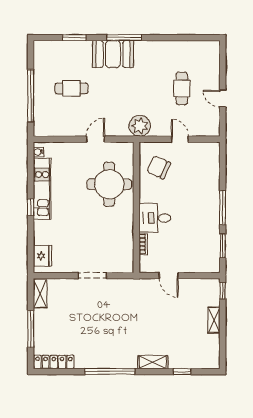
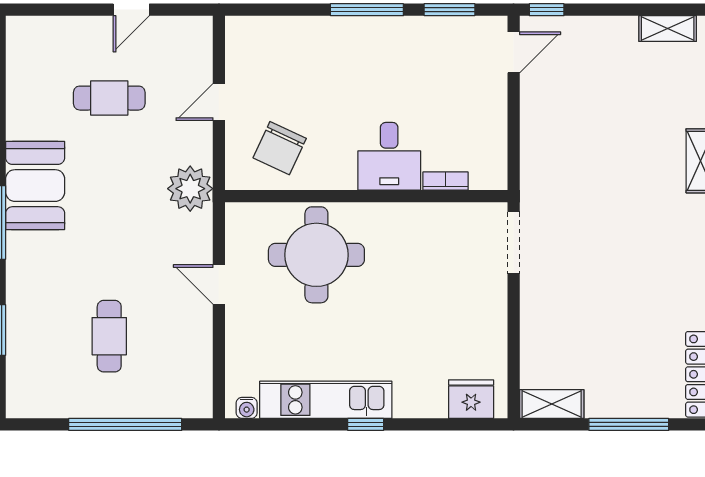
booth: (113, 54) -> (35, 186), moved
doorway: (92, 276) -> (514, 243), moved
door: (169, 276) -> (514, 52), moved
shelving: (214, 320) -> (668, 29), moved

